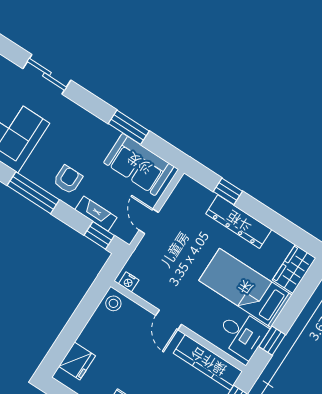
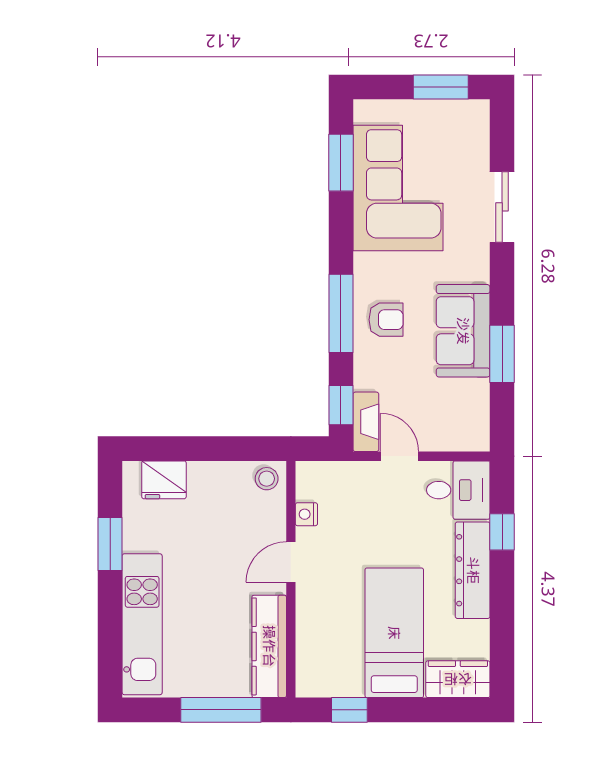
sofa: (139, 164) -> (463, 331), moved
window: (33, 193) -> (341, 313), moved
fireplace: (96, 214) -> (366, 422), moved
door: (149, 221) -> (399, 456), hinge flipped
nightstand: (129, 282) -> (306, 514), moved
desk: (242, 334) -> (458, 490), moved, turned -90

